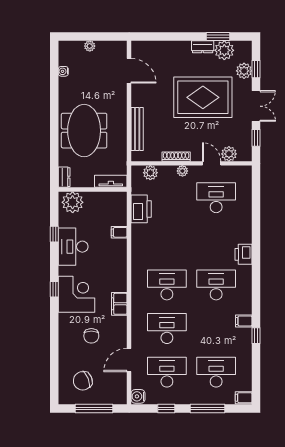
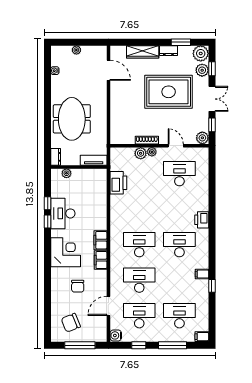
wardrobe: (171, 48) -> (143, 52), added
plant: (224, 50) -> (201, 53), moved
bench: (137, 129) -> (115, 118), removed
plant: (229, 154) -> (202, 138), moved
plant: (150, 173) -> (141, 153), moved
plant: (73, 202) -> (66, 173), width x0.53, depth x0.53
filing cabinet: (119, 232) -> (100, 240), moved, width x2.00
window: (54, 289) -> (48, 222), moved

